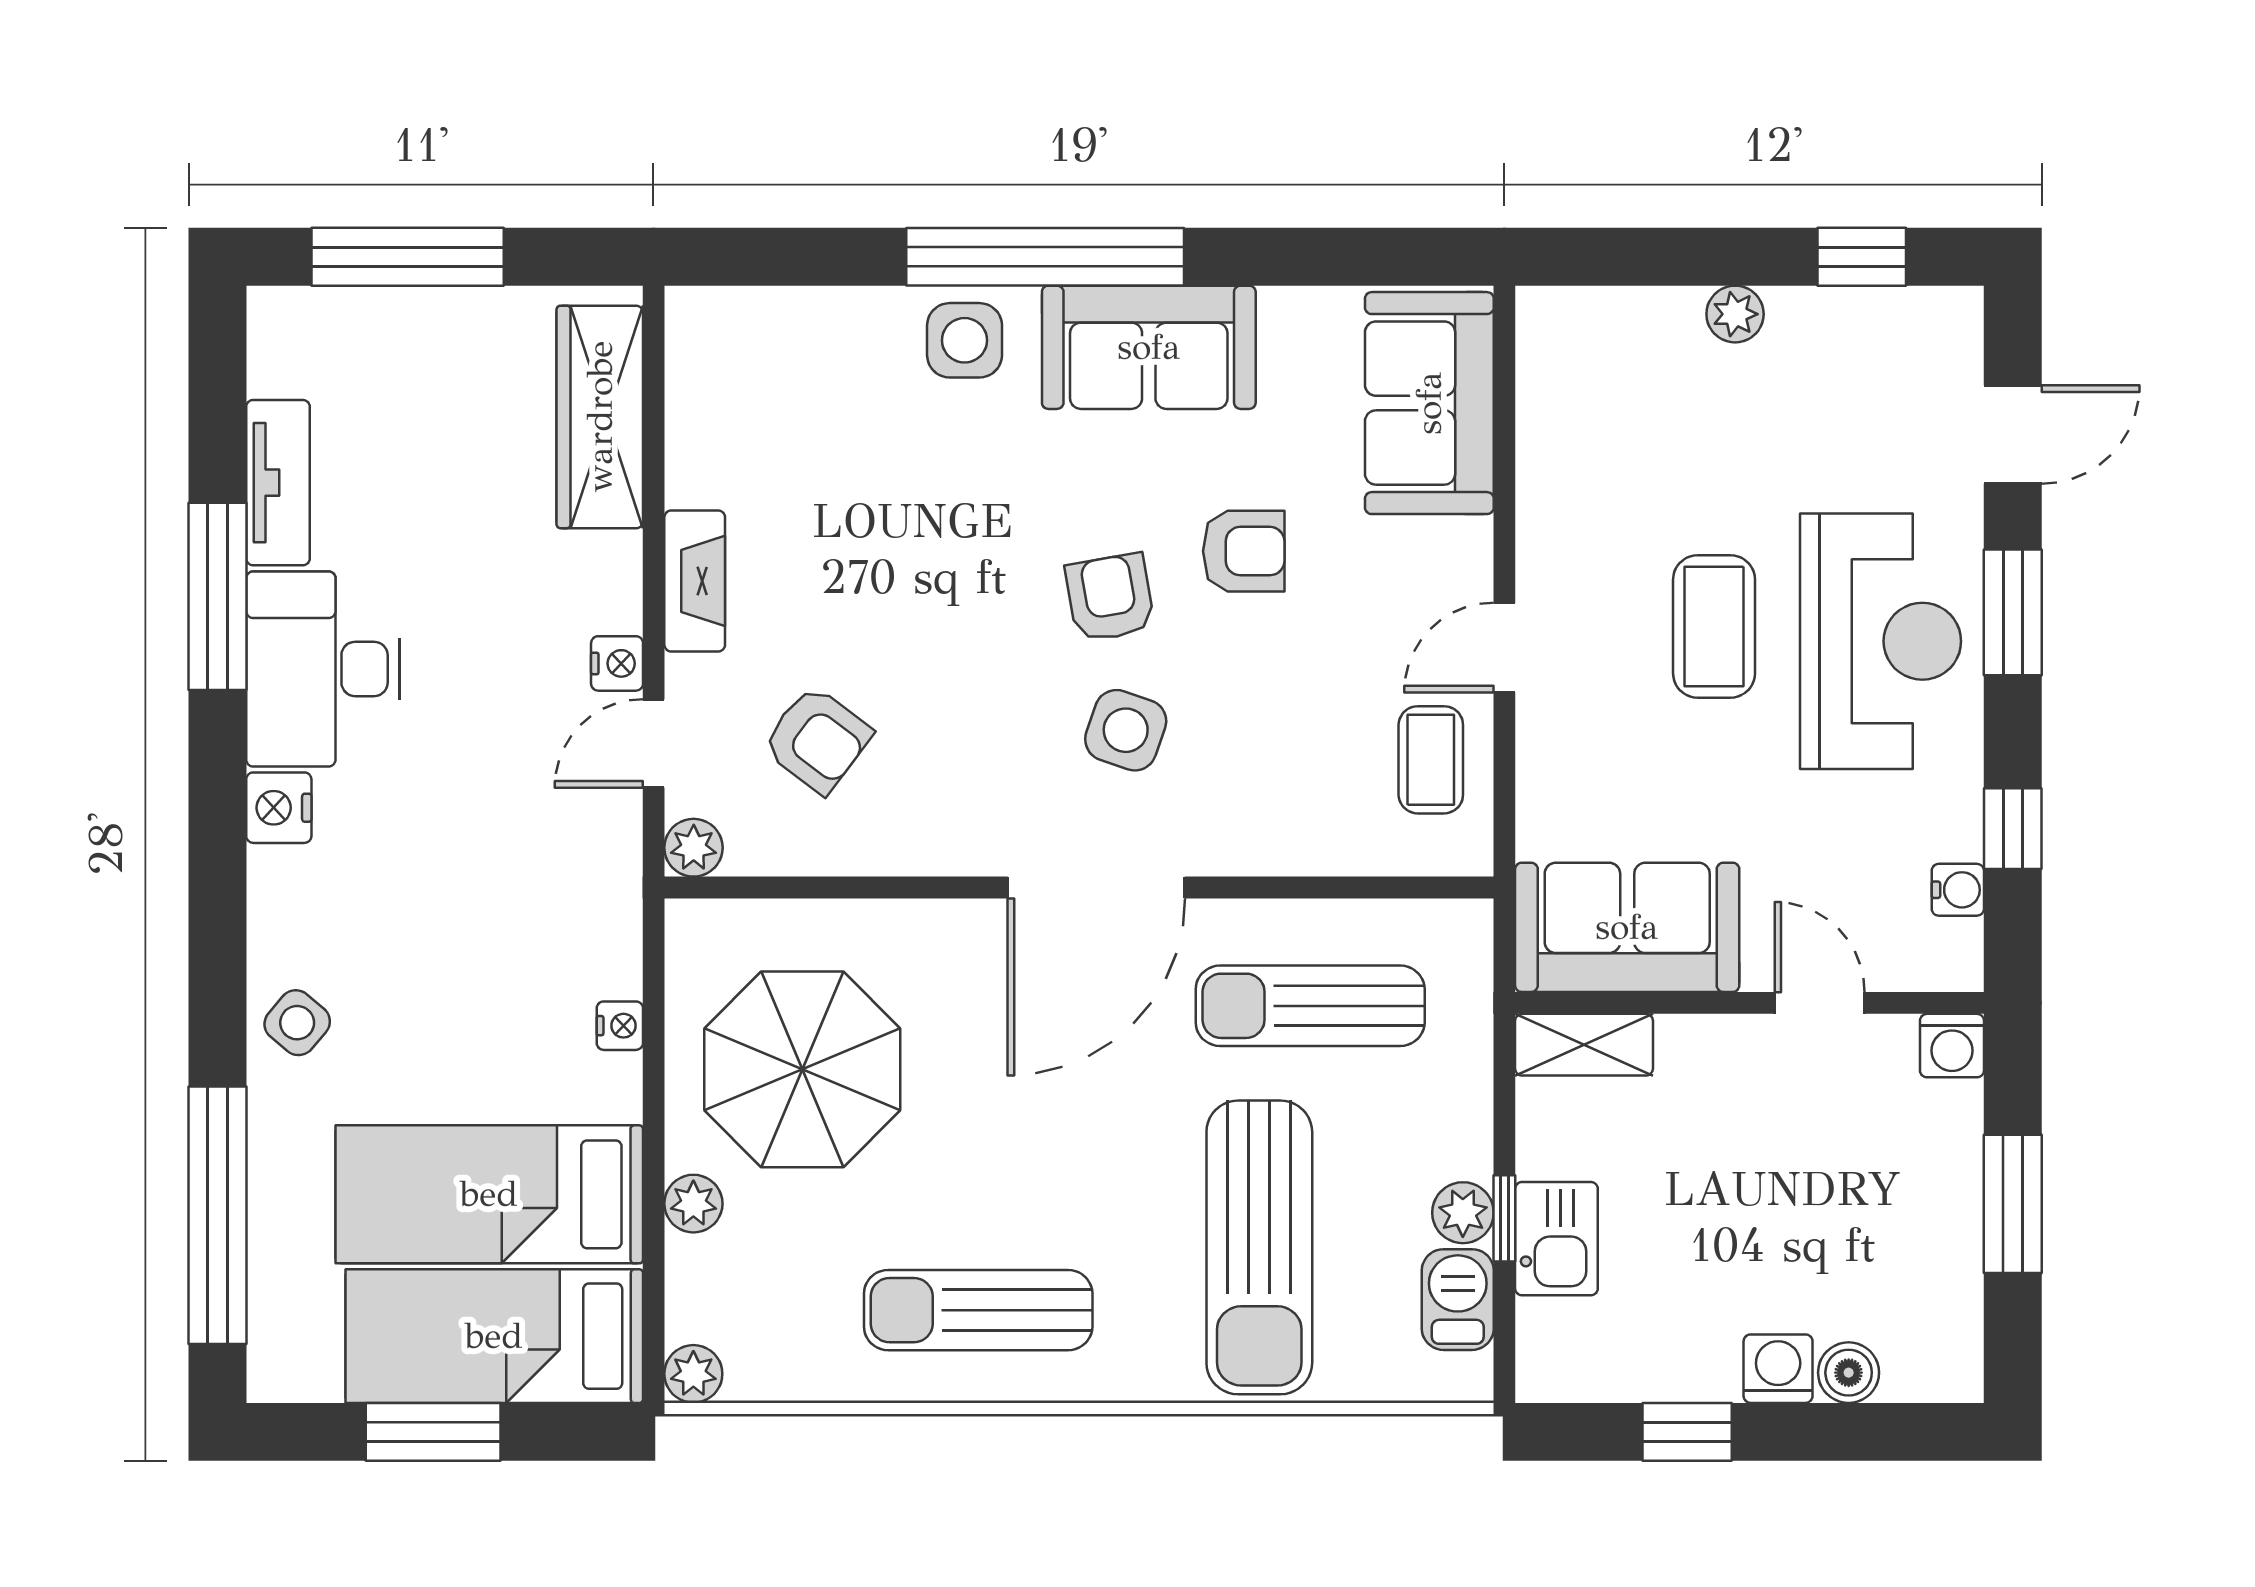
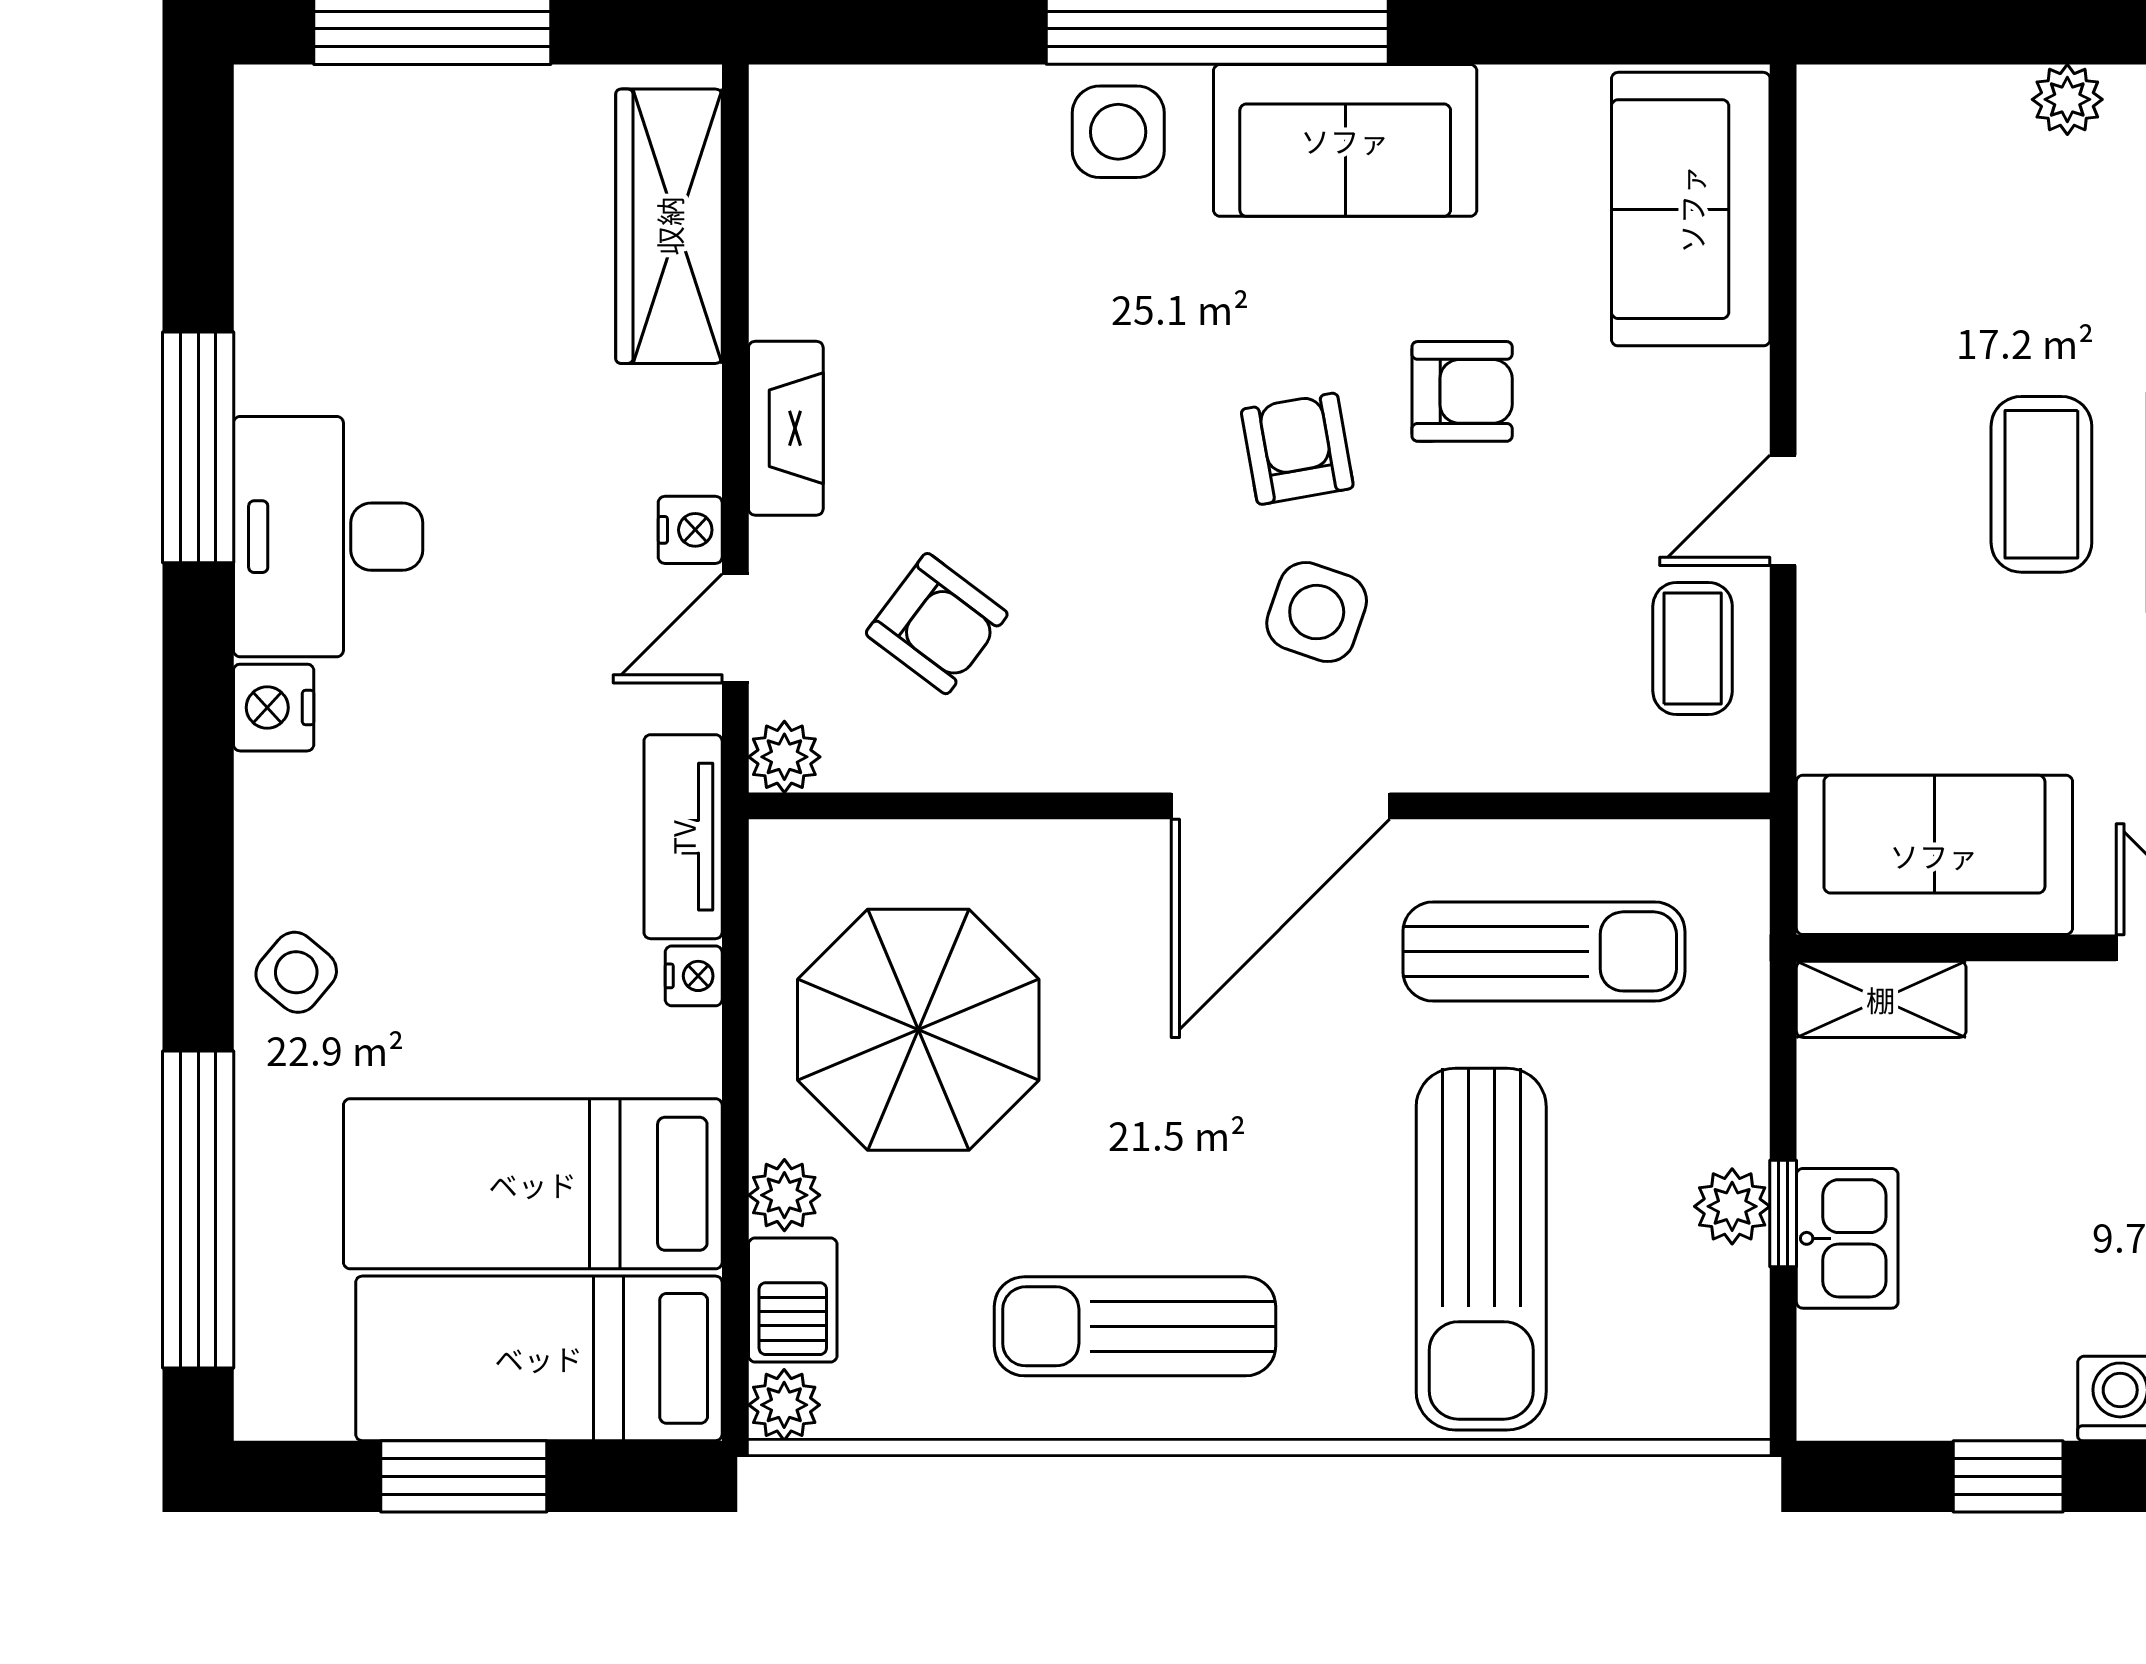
tv unit: (278, 483) -> (683, 837), moved, turned 180
sun lounger: (1310, 1006) -> (1544, 951), turned 180
barbecue: (1458, 1300) -> (793, 1300), moved, turned 180

